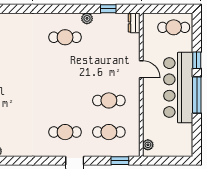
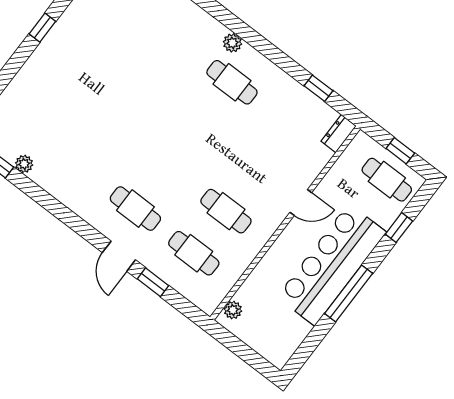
window: (170, 9) -> (400, 151), added
plant: (87, 18) -> (232, 43), moved
window: (197, 60) -> (399, 228), moved
door: (141, 69) -> (301, 202), hinge flipped
window: (120, 161) -> (153, 282), moved

